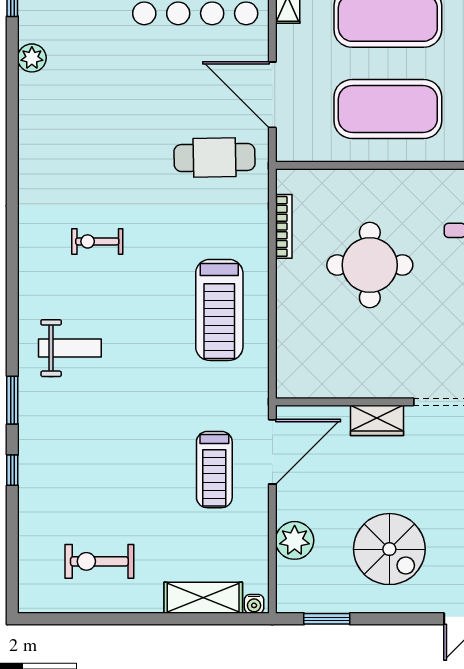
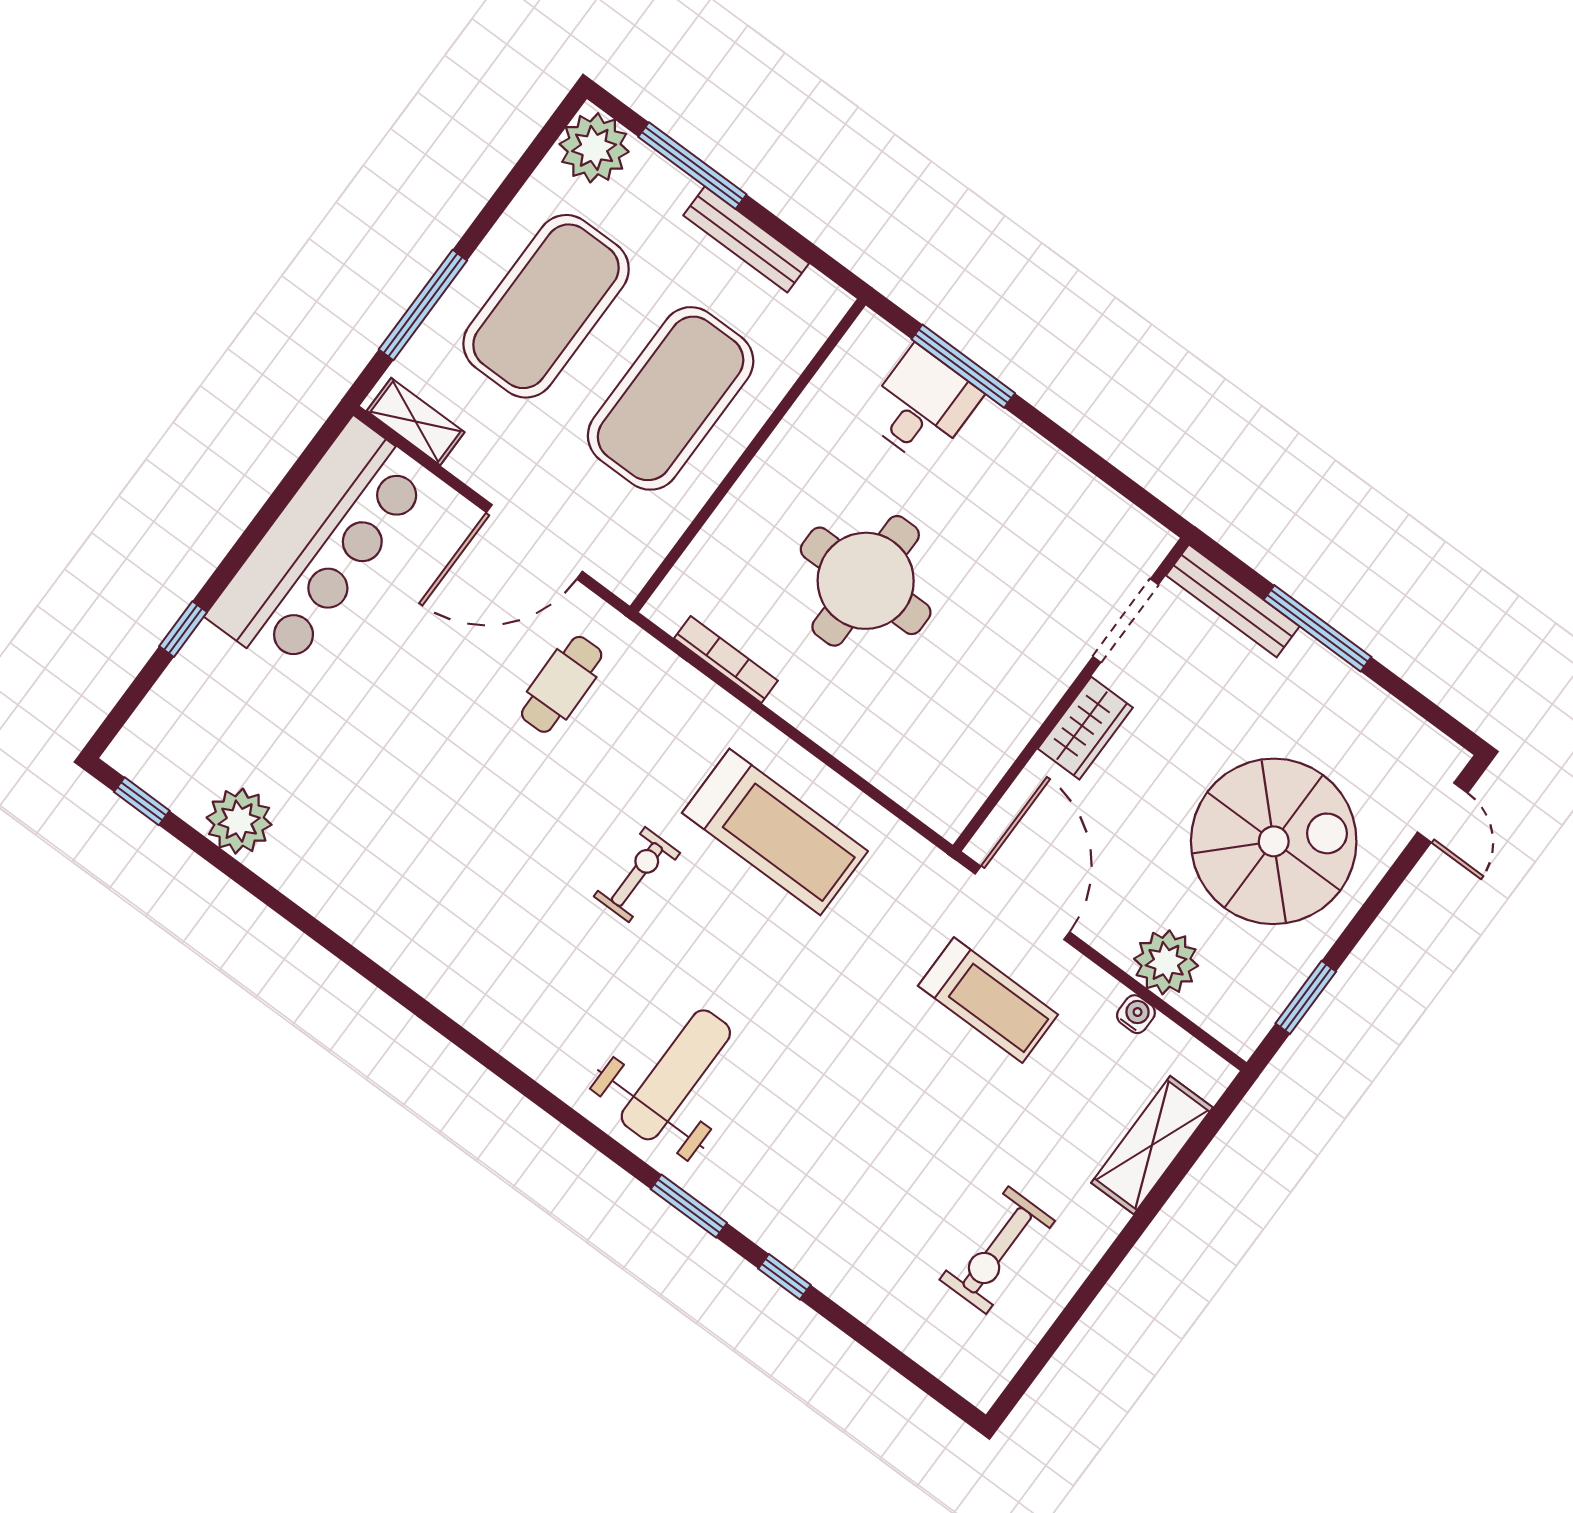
plant: (32, 58) -> (239, 821), width x1.36, depth x1.36
cafe table: (214, 157) -> (562, 684), width x0.73, depth x0.74
exercise bike: (97, 241) -> (637, 875), moved, turned 180
weight bench: (70, 348) -> (676, 1075), width x1.36, depth x1.33
spiral stairs: (389, 549) -> (1274, 841), width x1.37, depth x1.37
water cooler: (254, 604) -> (1136, 1014), moved, turned -90

